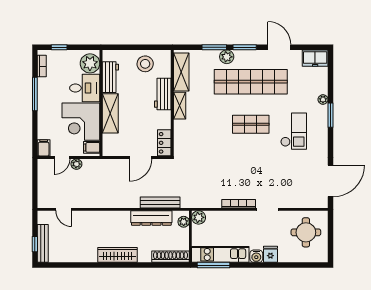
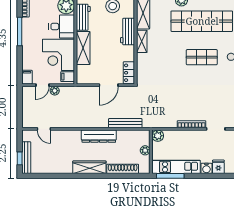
dresser: (151, 218) -> (99, 136), moved
plant: (184, 222) -> (145, 150), moved
shoe rack: (170, 257) -> (123, 169), moved

